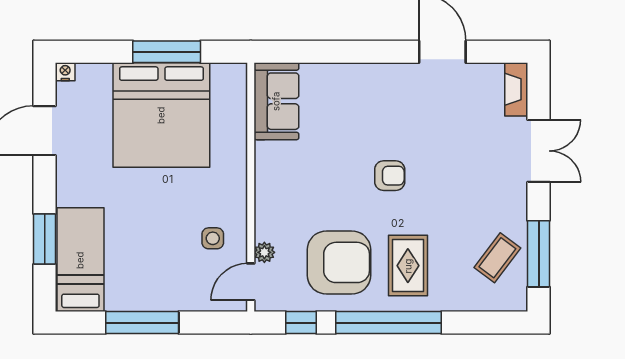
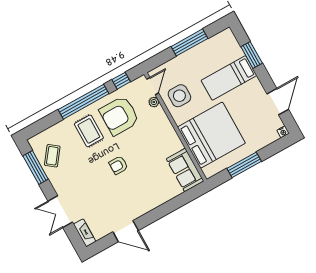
bed: (161, 115) -> (211, 135), moved, turned 90
side table: (213, 238) -> (179, 96), width x1.87, depth x1.87
bed: (80, 260) -> (229, 78), moved, turned 90

